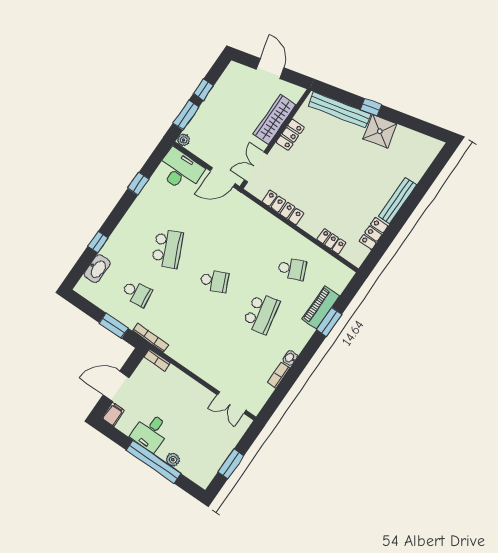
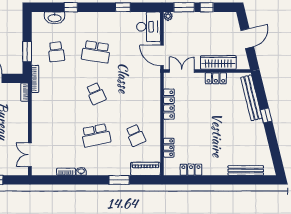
shower: (380, 131) -> (255, 131), removed
bench: (397, 201) -> (246, 170), moved
school desk: (167, 249) -> (96, 52), turned 33
piano: (321, 307) -> (145, 169), moved

